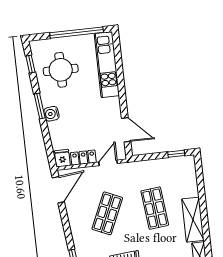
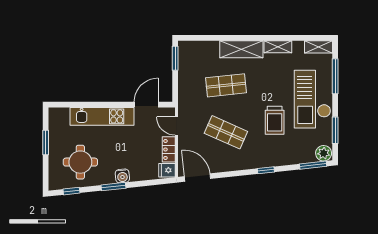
window: (77, 33) -> (46, 142), width x0.47
kitchen unit: (107, 65) -> (102, 116), moved
window: (176, 154) -> (175, 58), width x1.50

